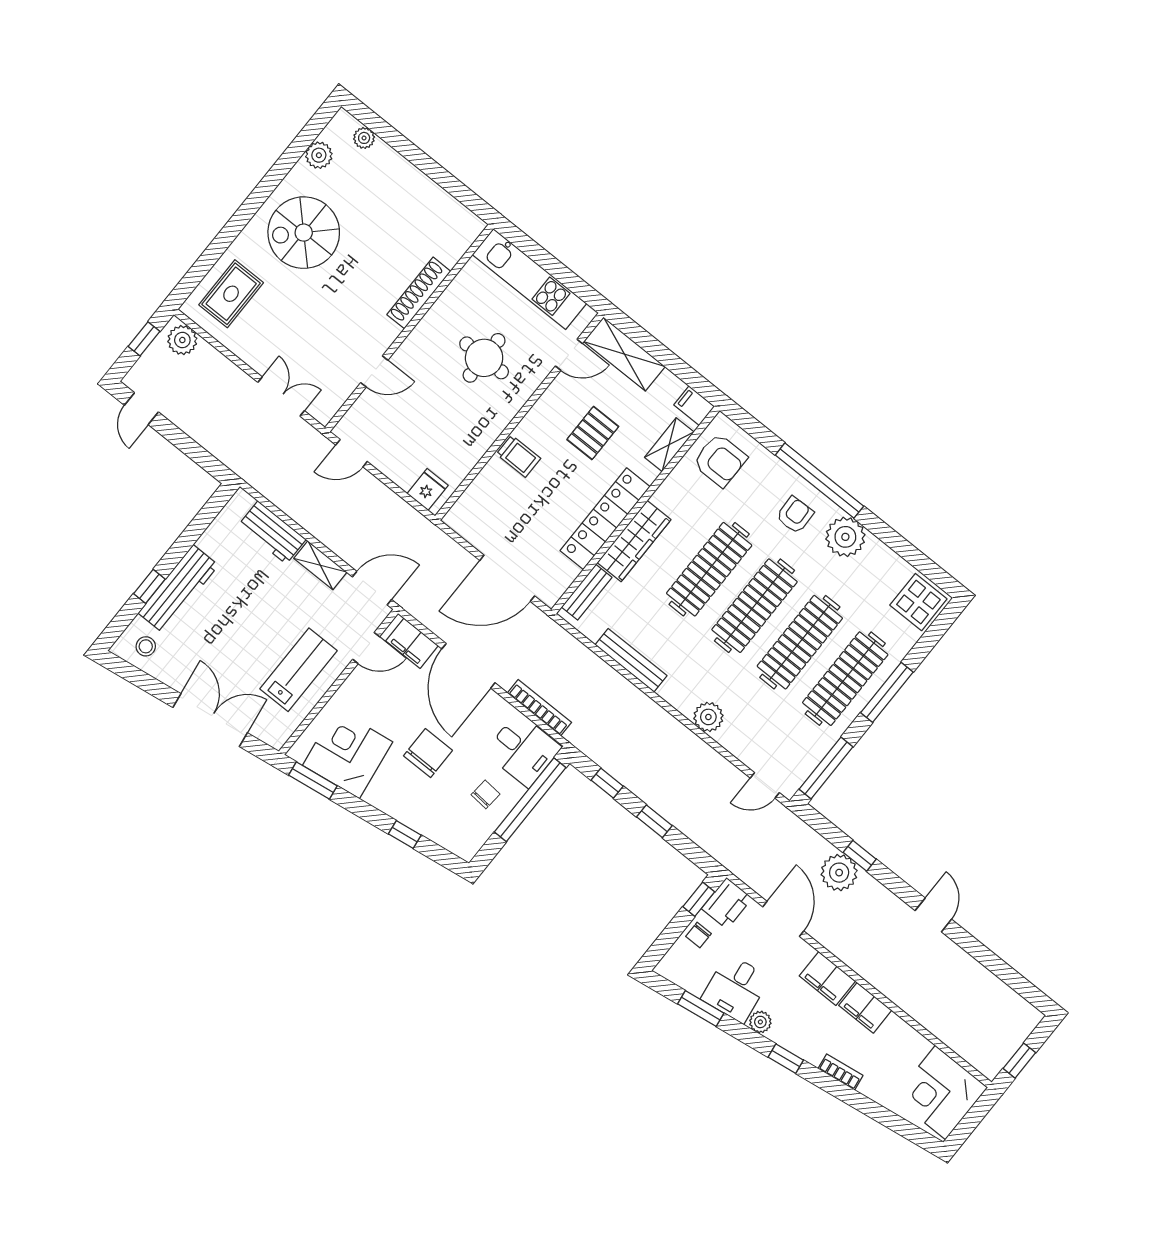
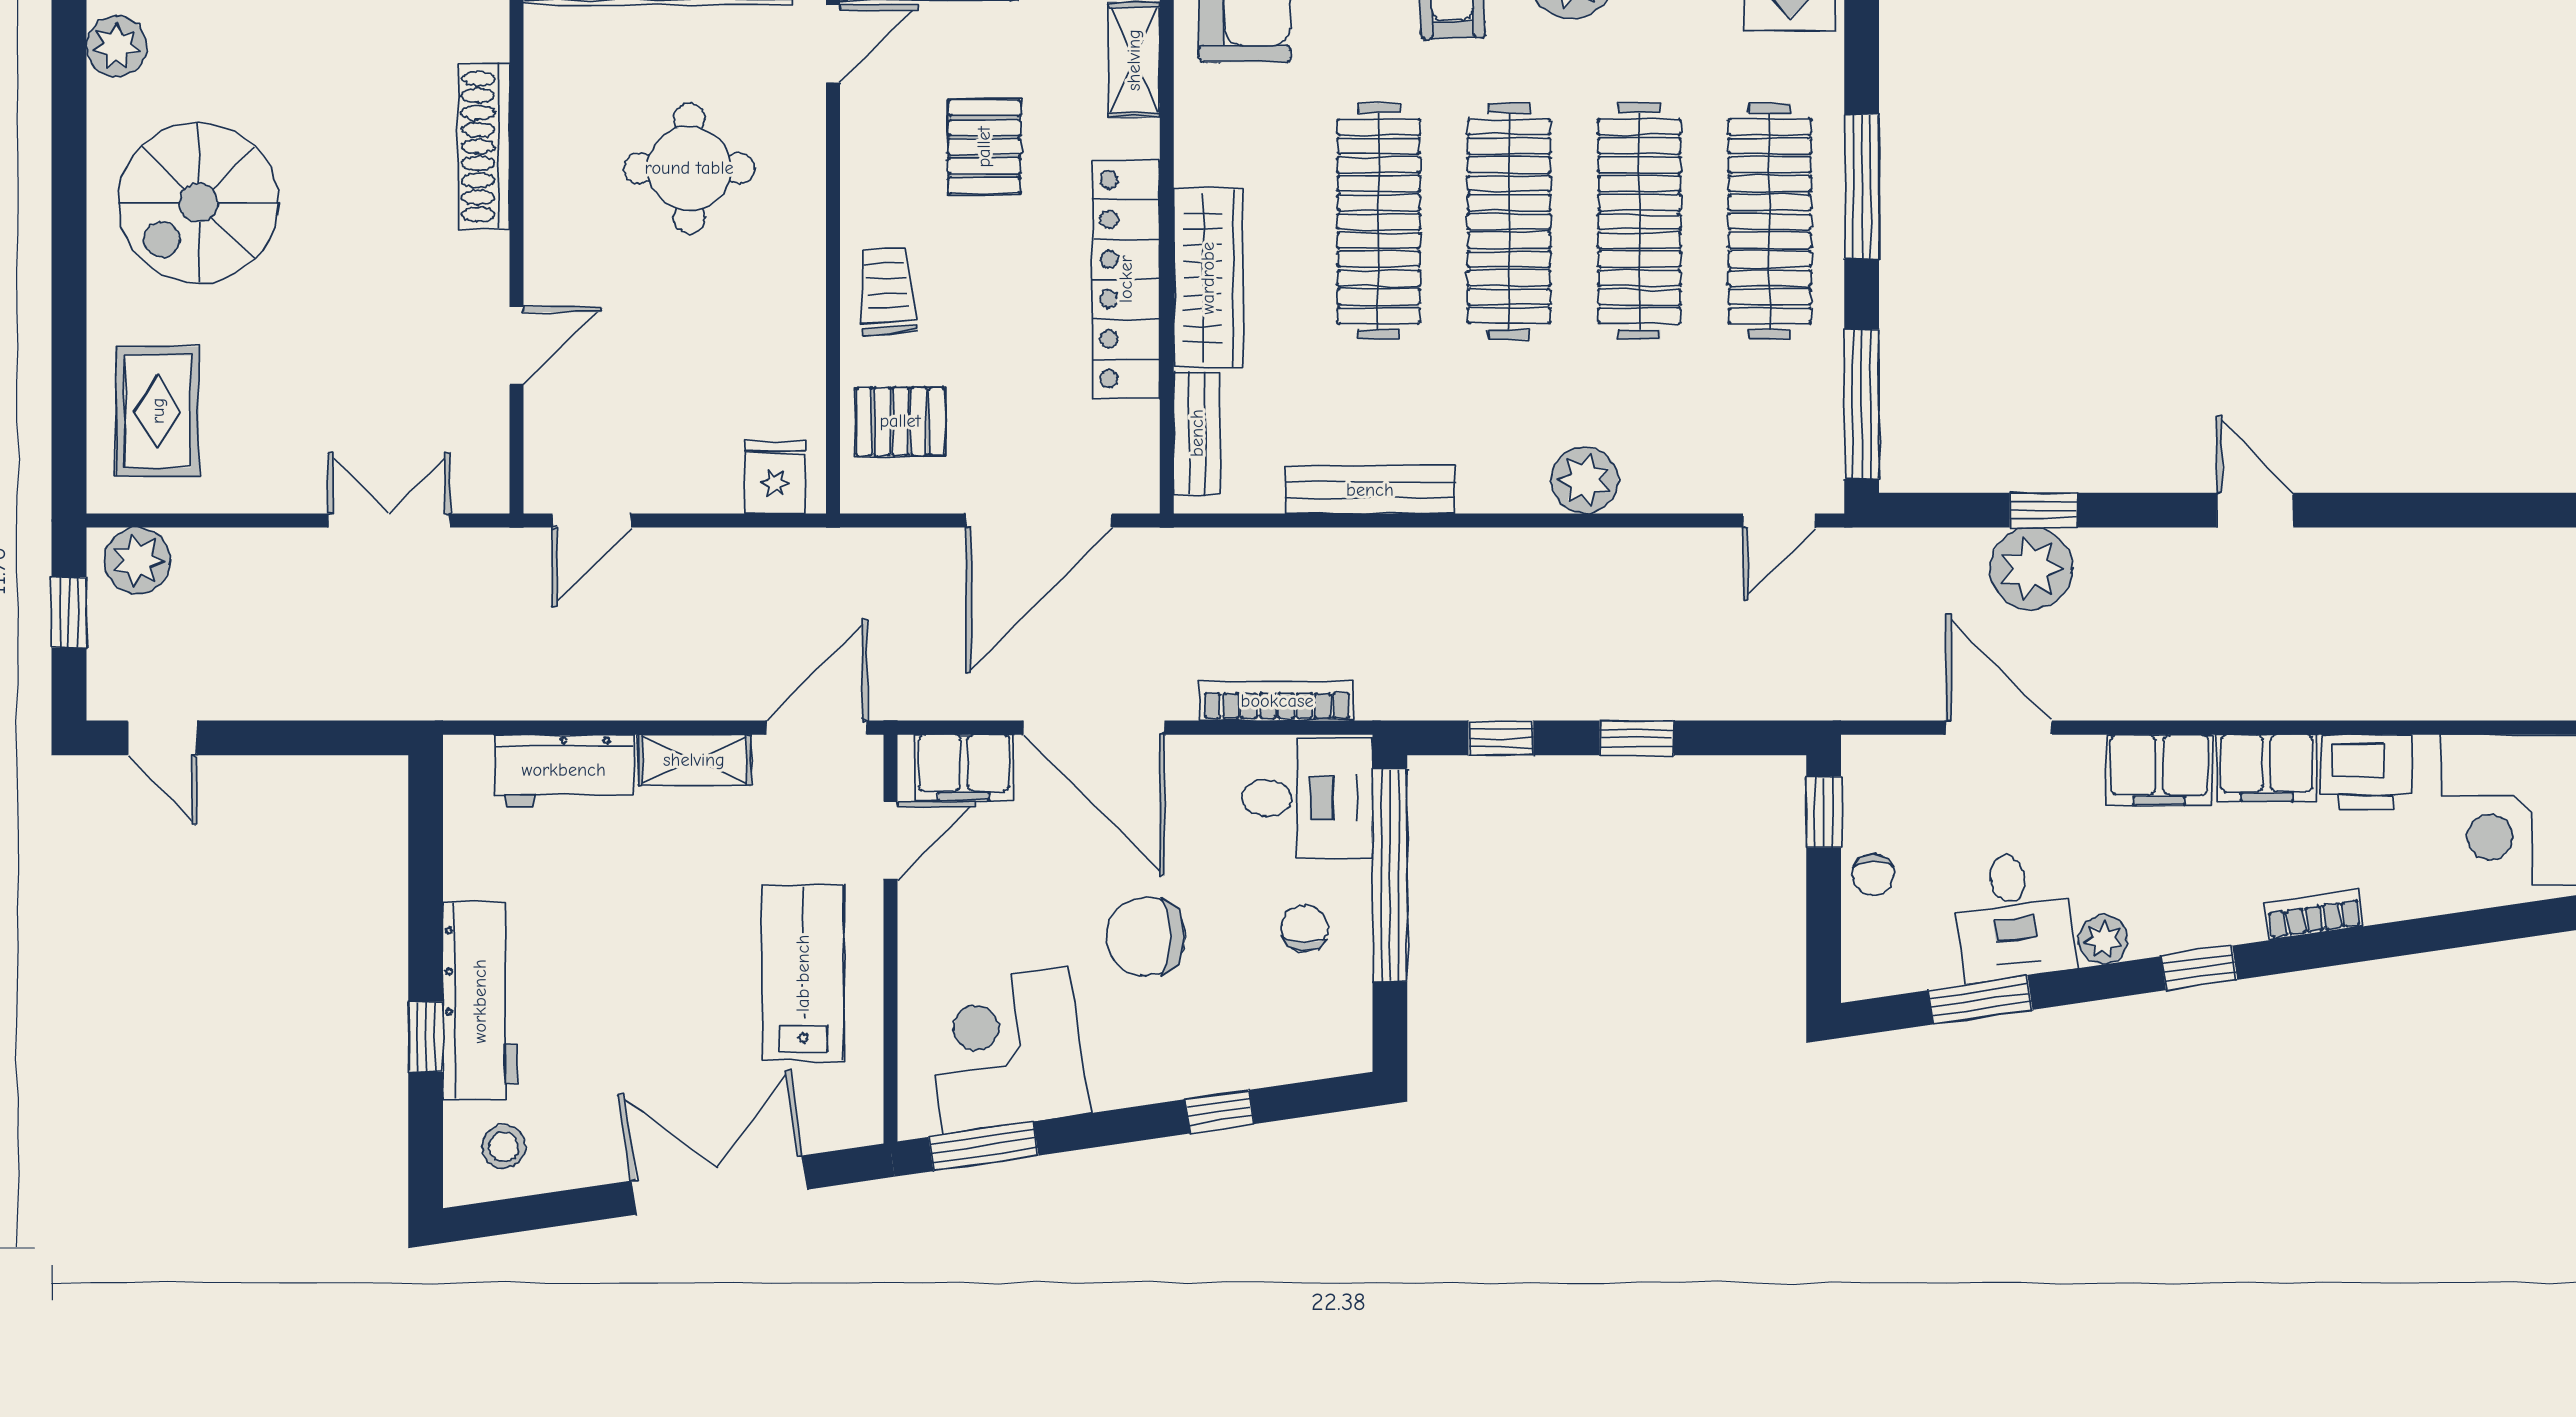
trolley: (518, 456) -> (887, 292), turned -94
pallet: (487, 505) -> (900, 421), added
chair: (428, 753) -> (1146, 937), turned -90
printer: (727, 903) -> (2366, 772), moved, turned 90

